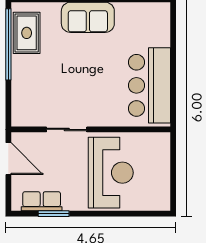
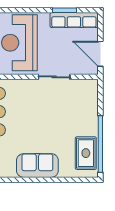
row of seats: (42, 201) -> (74, 20), width x1.48

